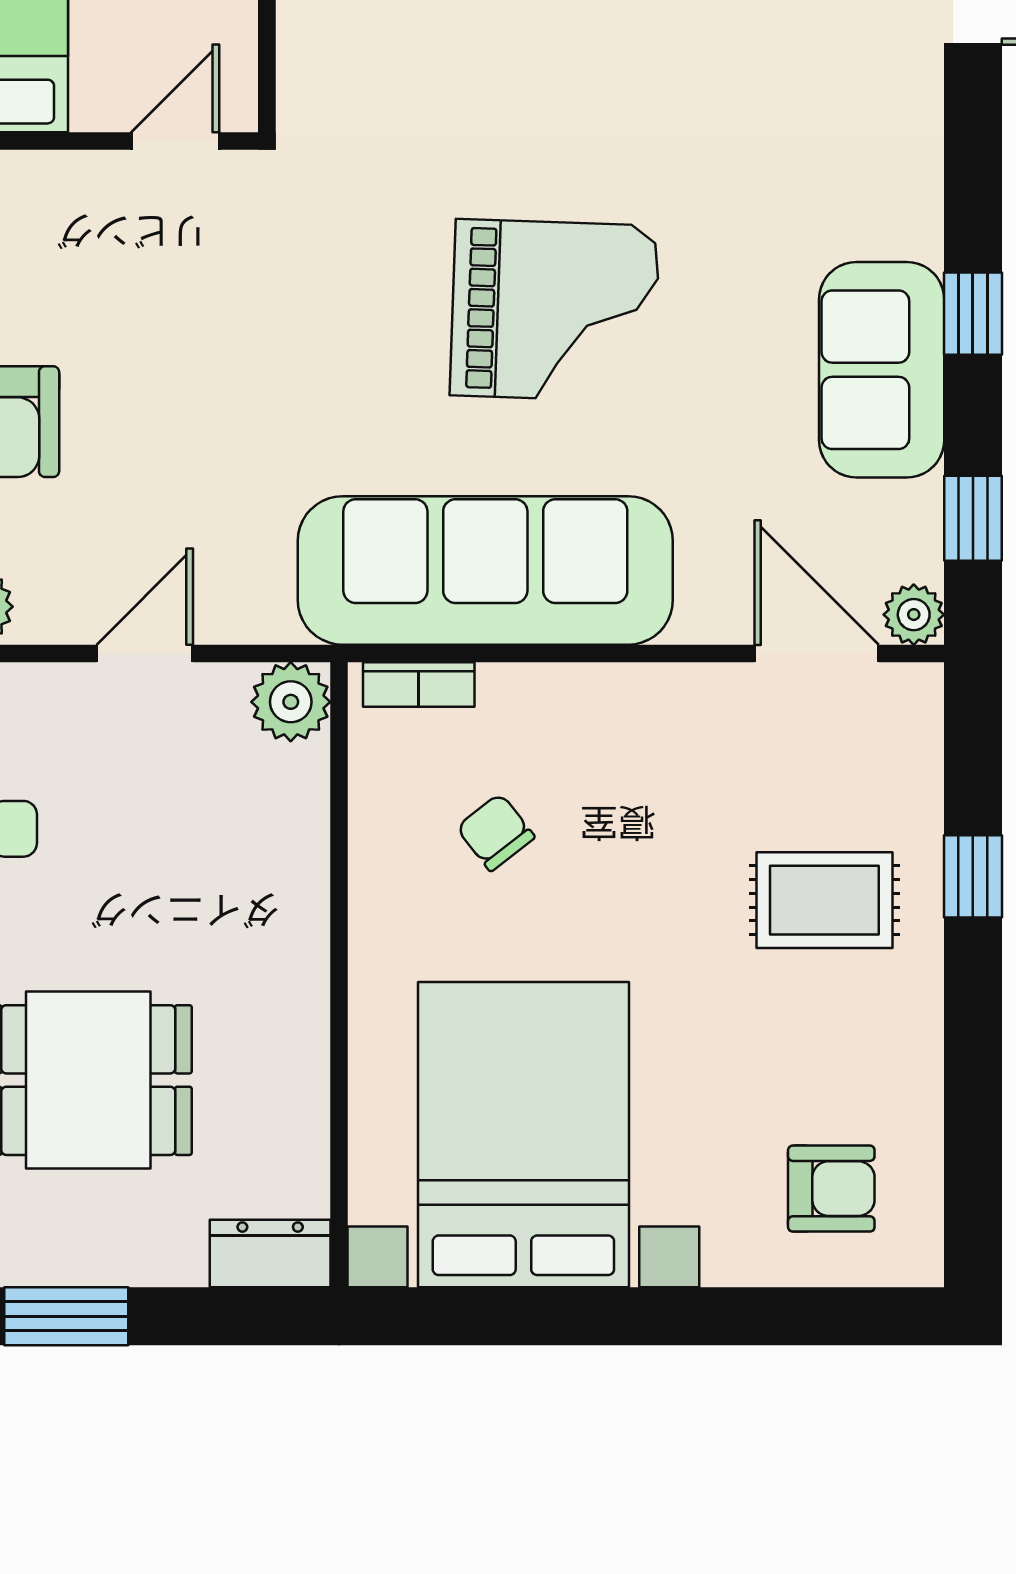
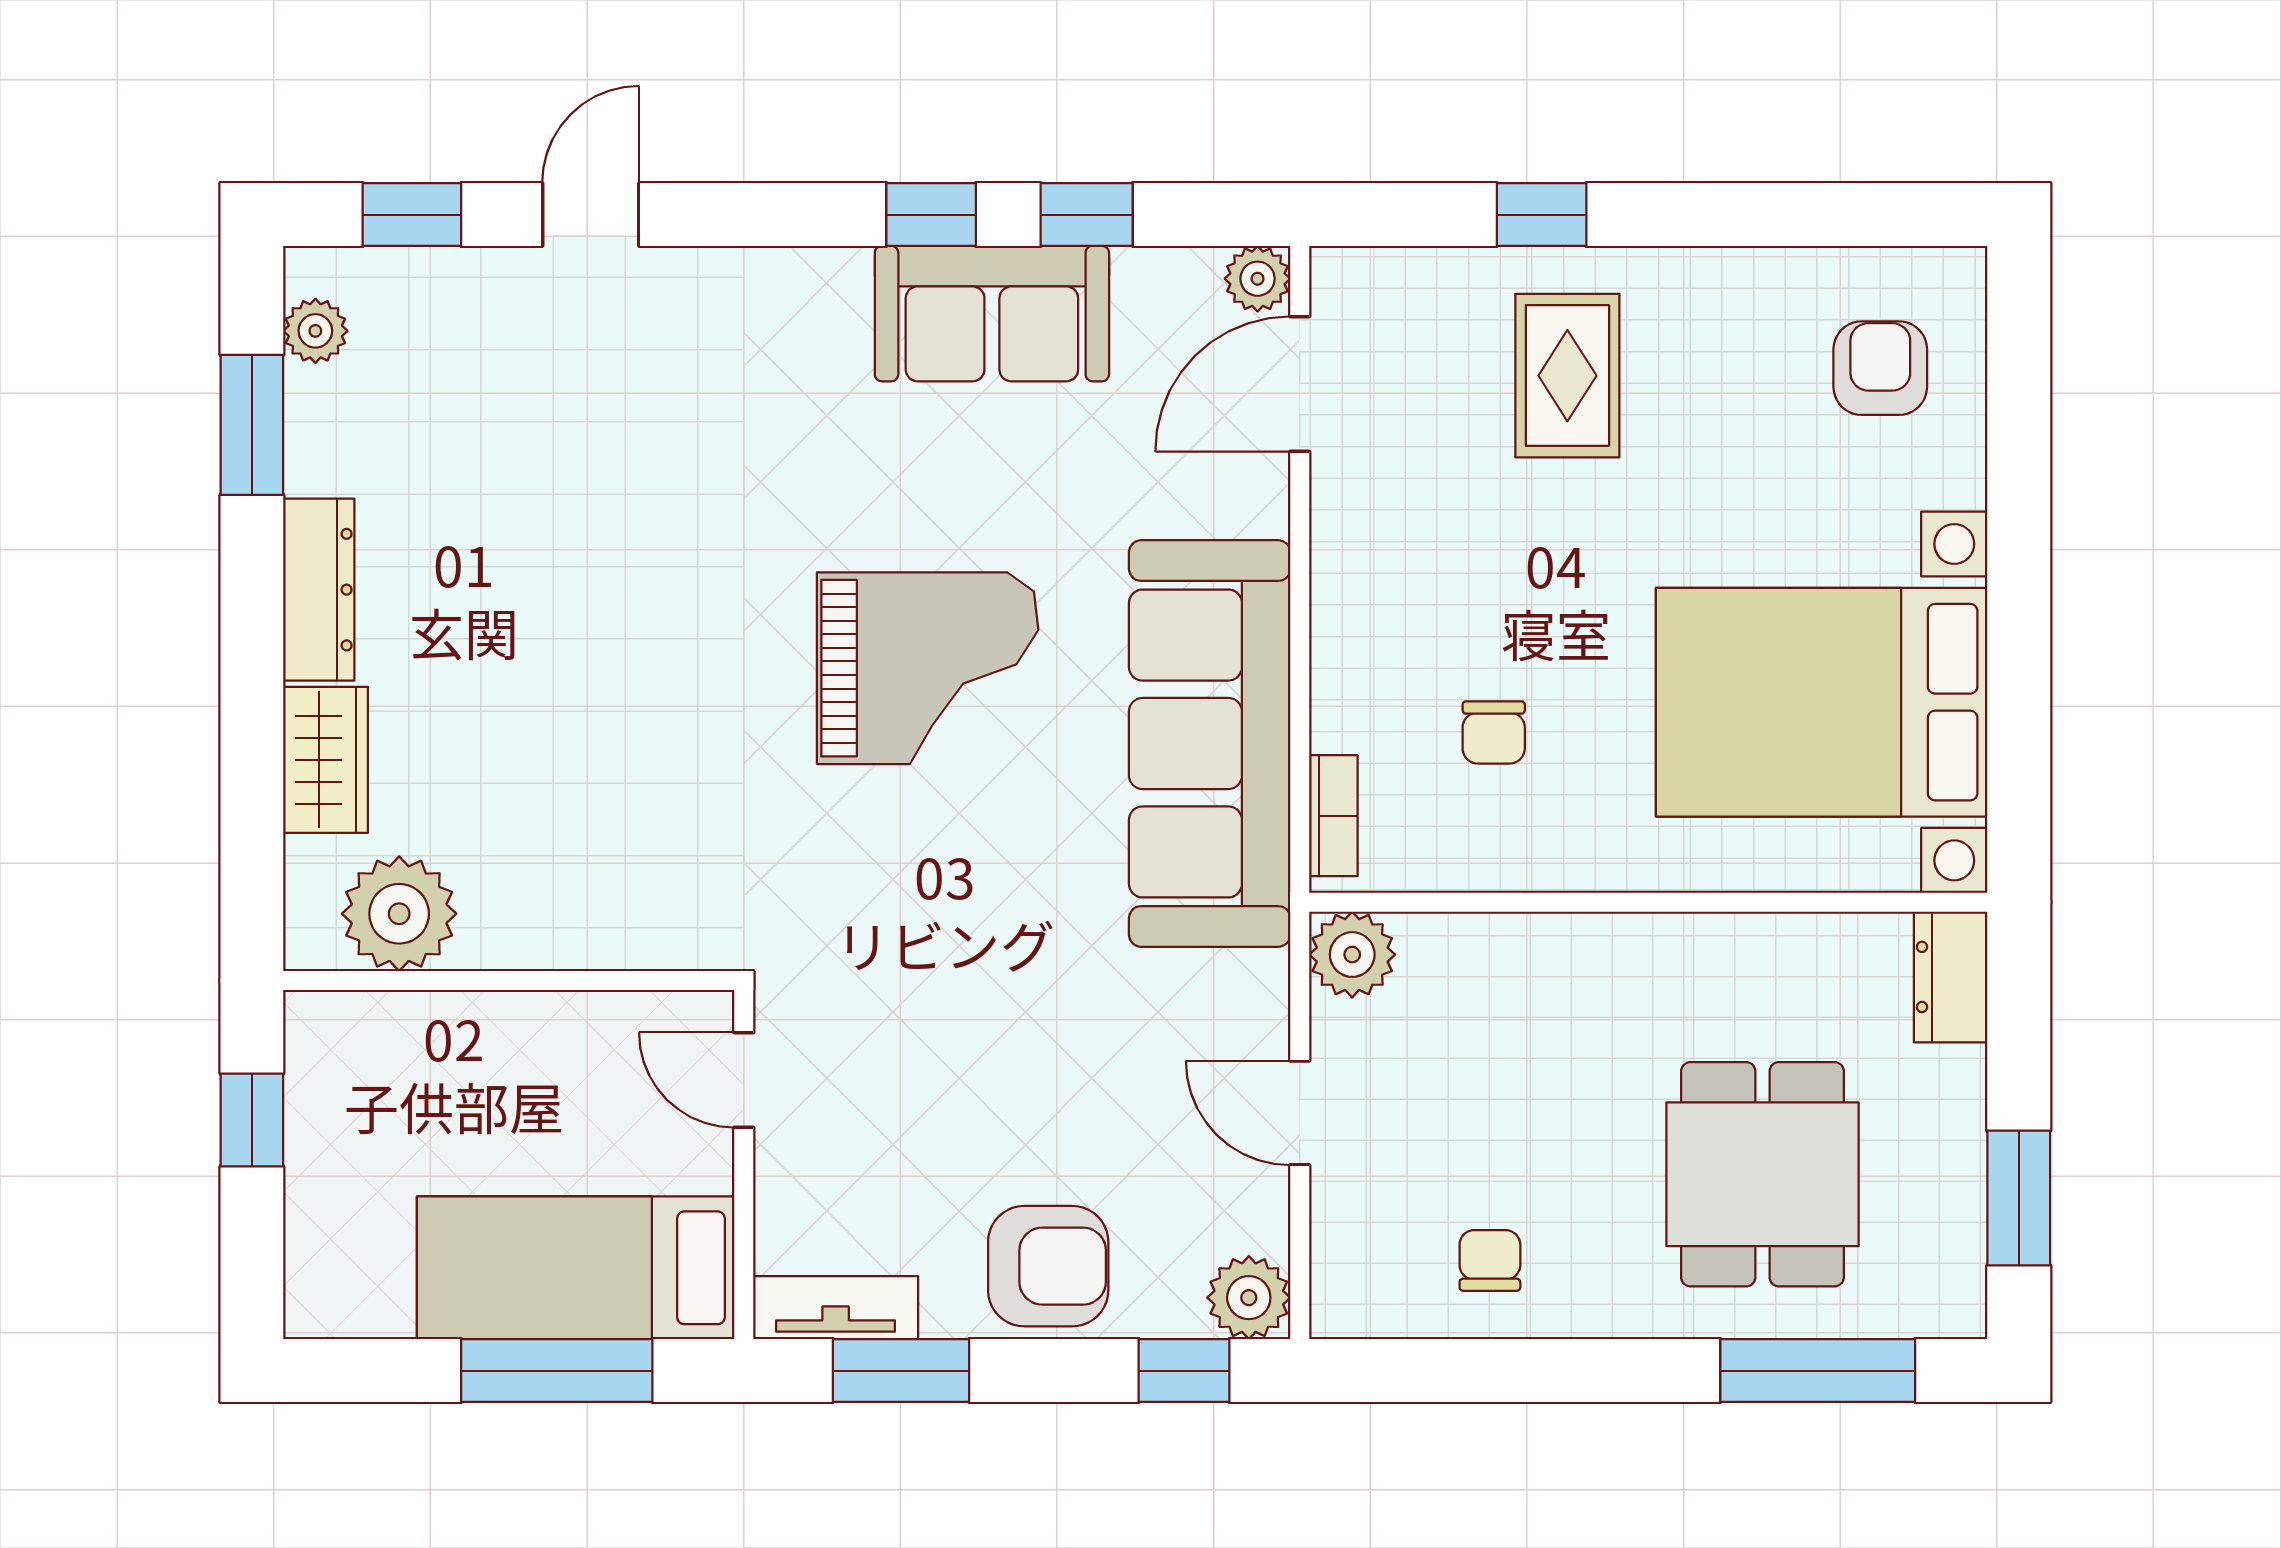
grand piano: (555, 311) -> (928, 668), turned 88
window: (973, 518) -> (1087, 215), moved
chair: (496, 832) -> (1494, 732), turned -52

